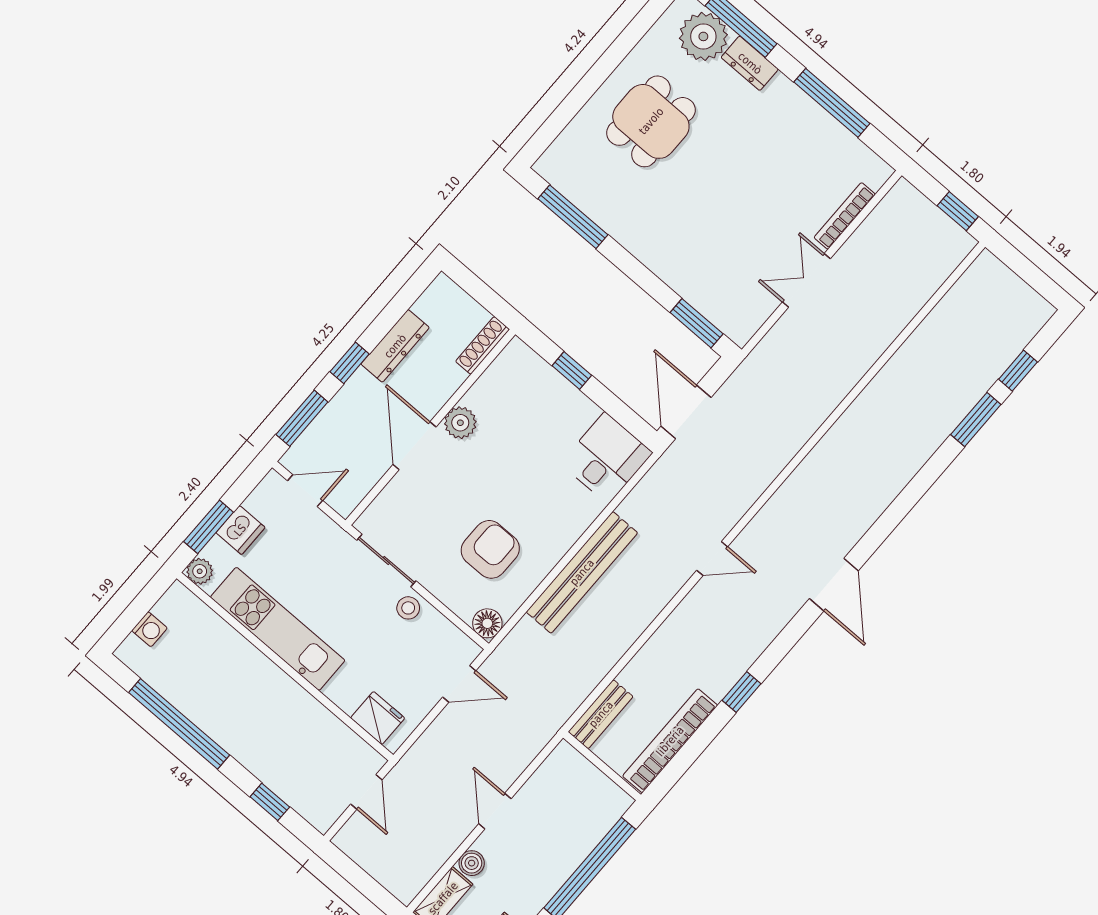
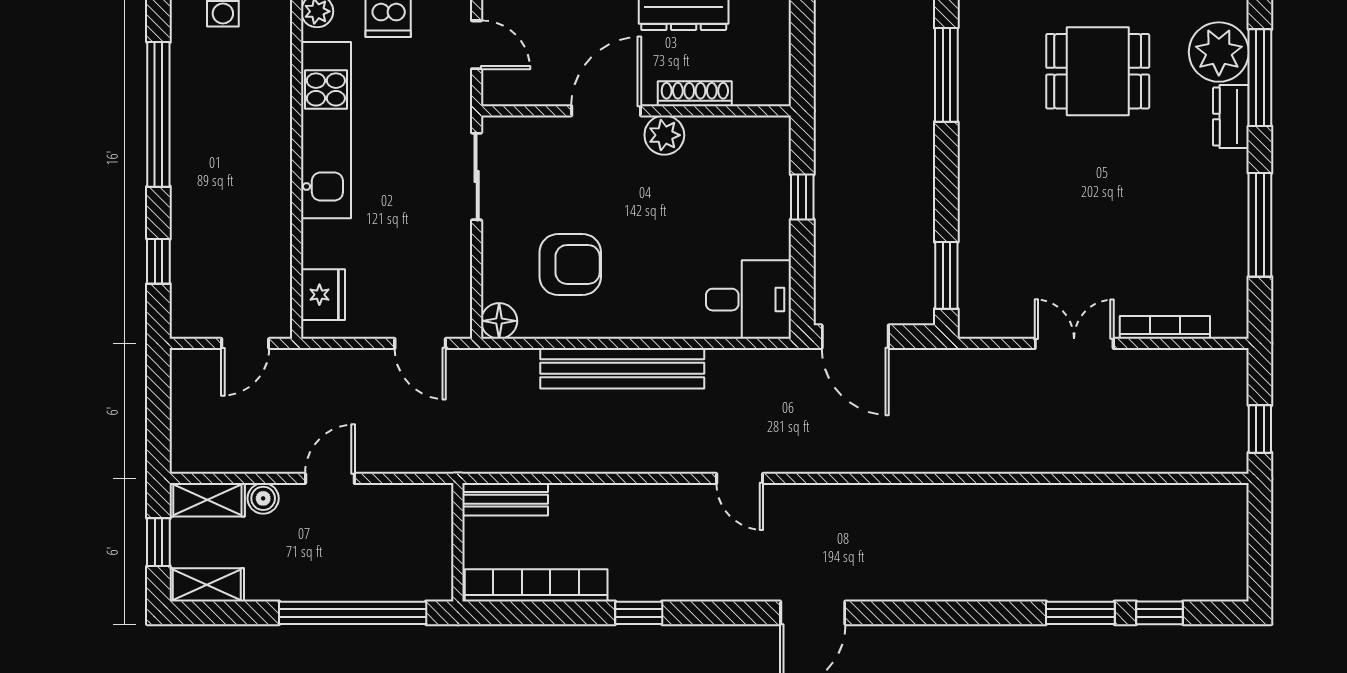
shoe rack: (483, 345) -> (695, 94), moved
door: (686, 412) -> (855, 337), swing flipped
stool: (408, 608) -> (450, 235), removed

